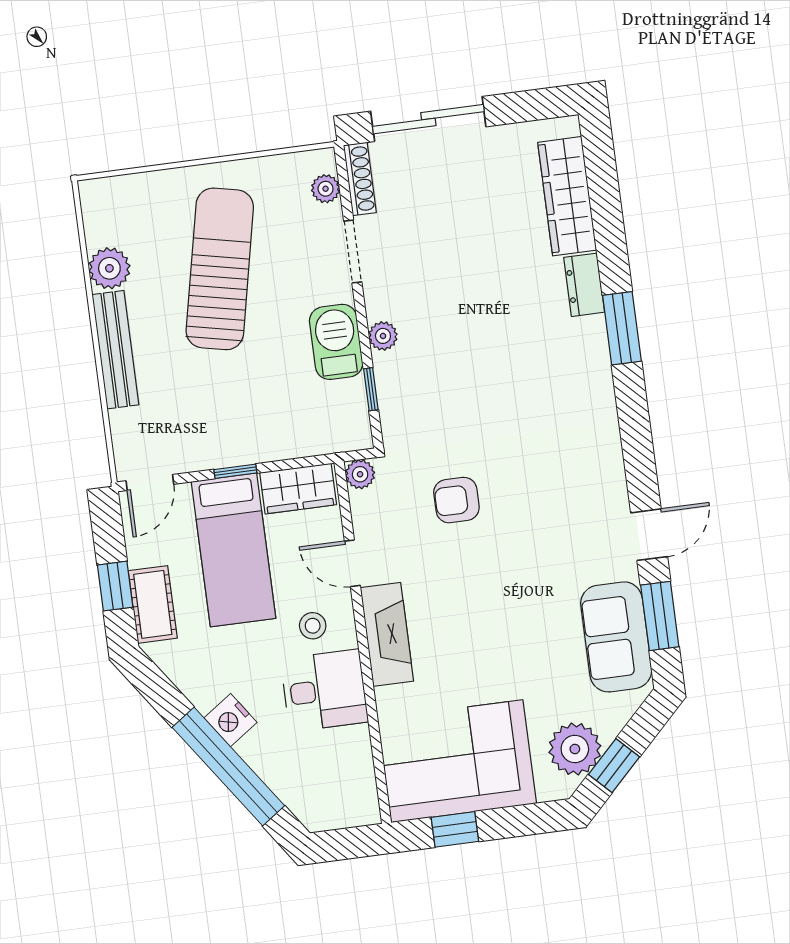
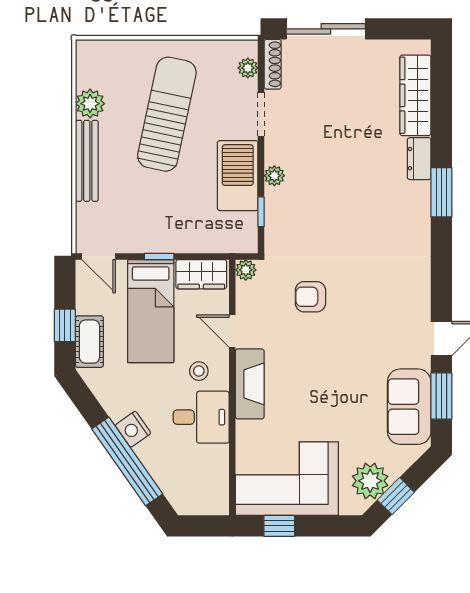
barbecue: (336, 342) -> (238, 176), width x1.37, depth x1.21
door: (150, 482) -> (99, 256), hinge flipped

